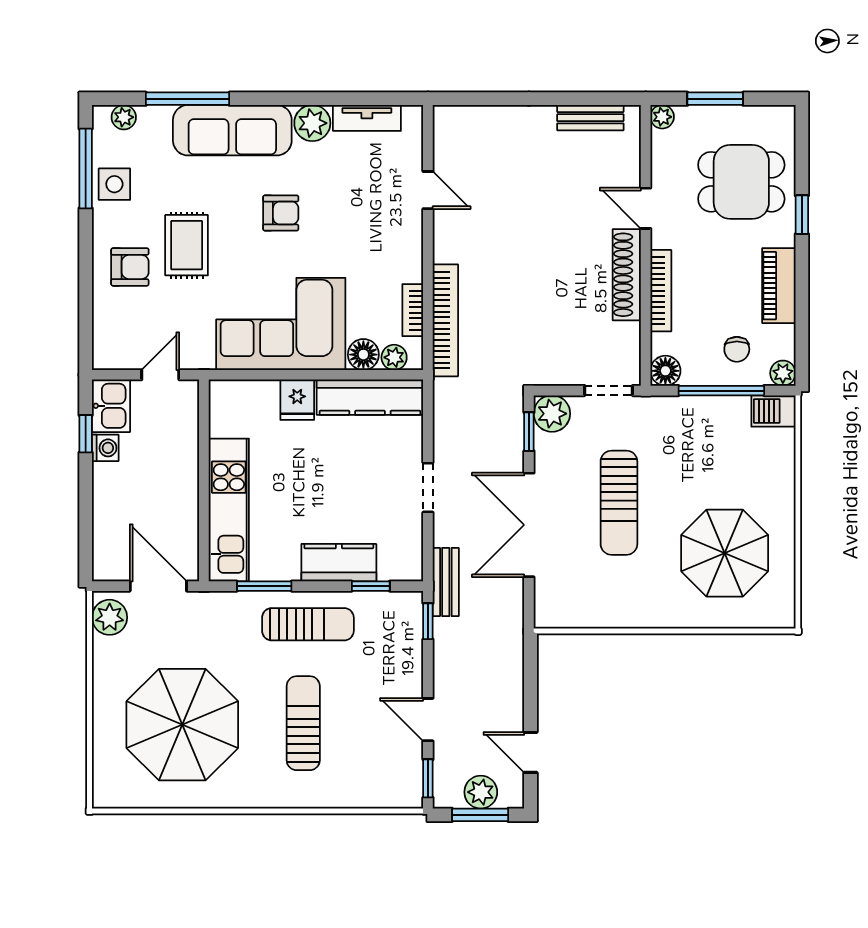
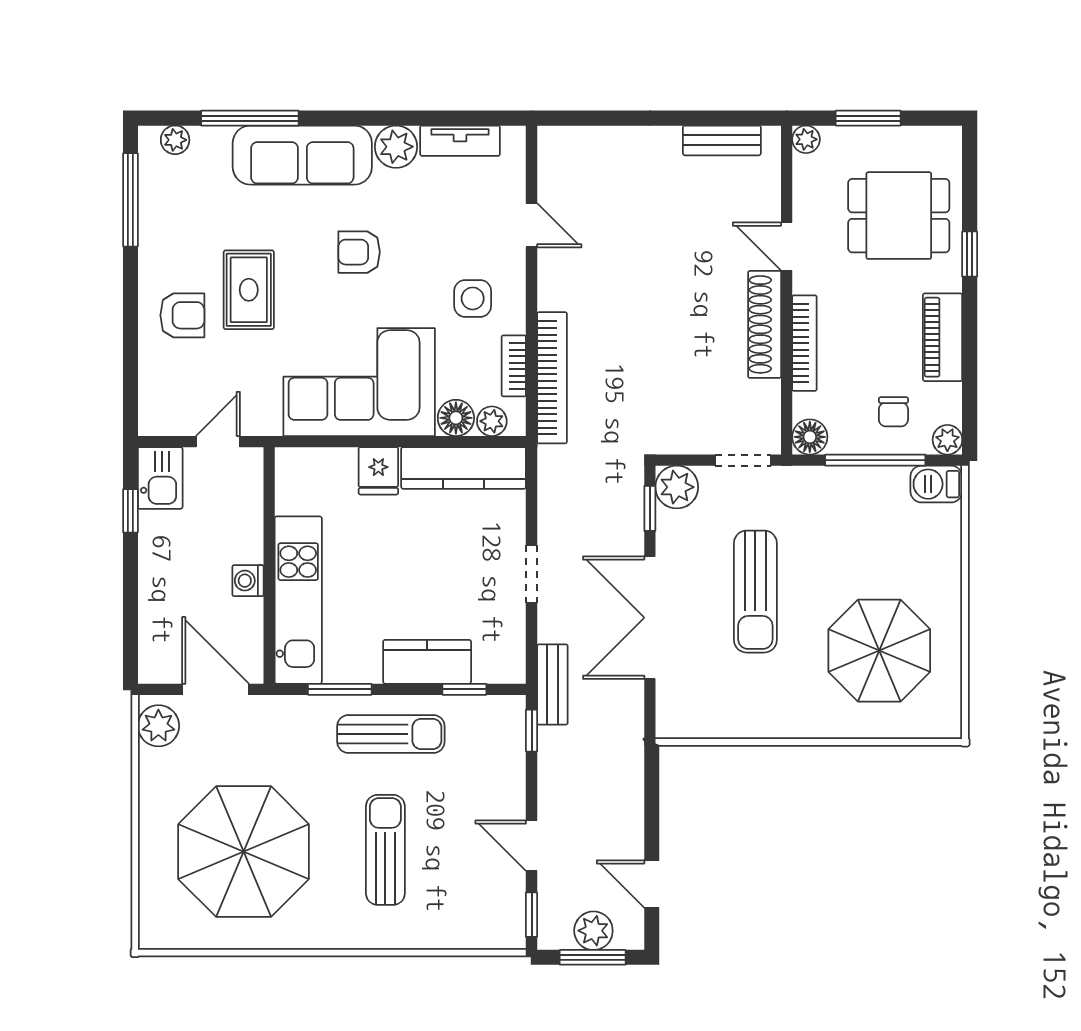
side table: (114, 184) -> (473, 298), moved
armchair: (281, 213) -> (359, 252), turned 180
washing machine: (105, 448) -> (248, 581), moved, turned 180

